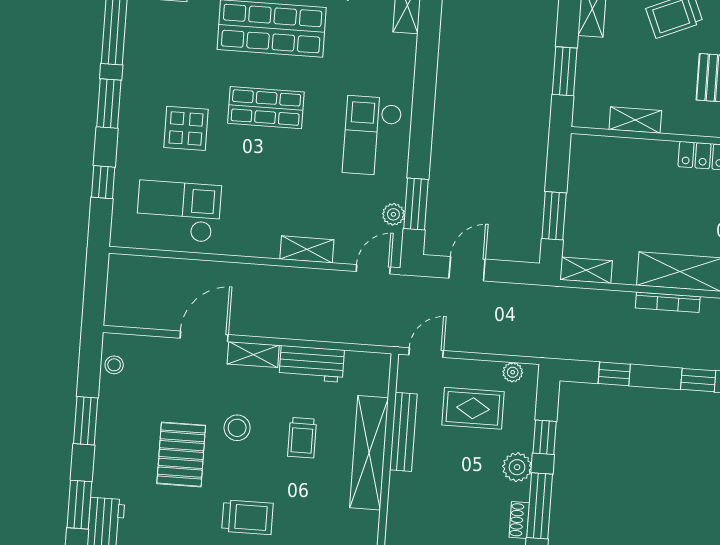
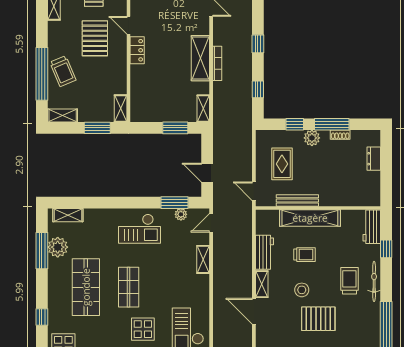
shelving: (635, 120) -> (121, 108), moved
door: (373, 269) -> (211, 223), hinge flipped
plant: (513, 372) -> (261, 144), removed

